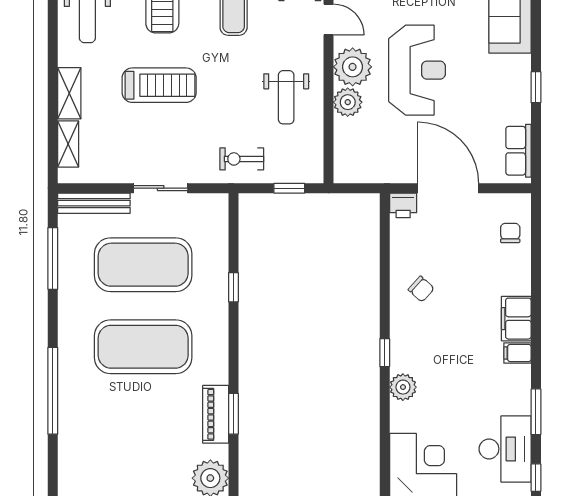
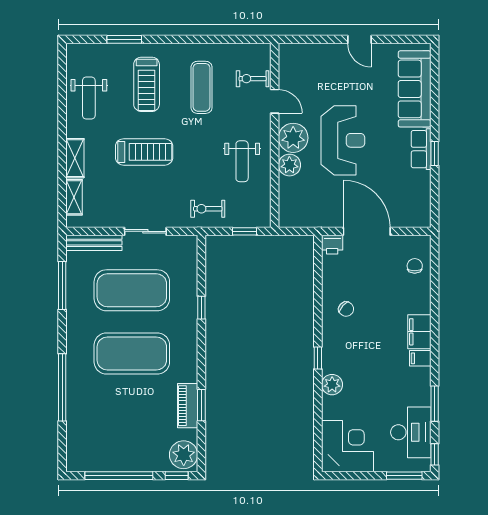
row of seats: (518, 151) -> (421, 149), moved

